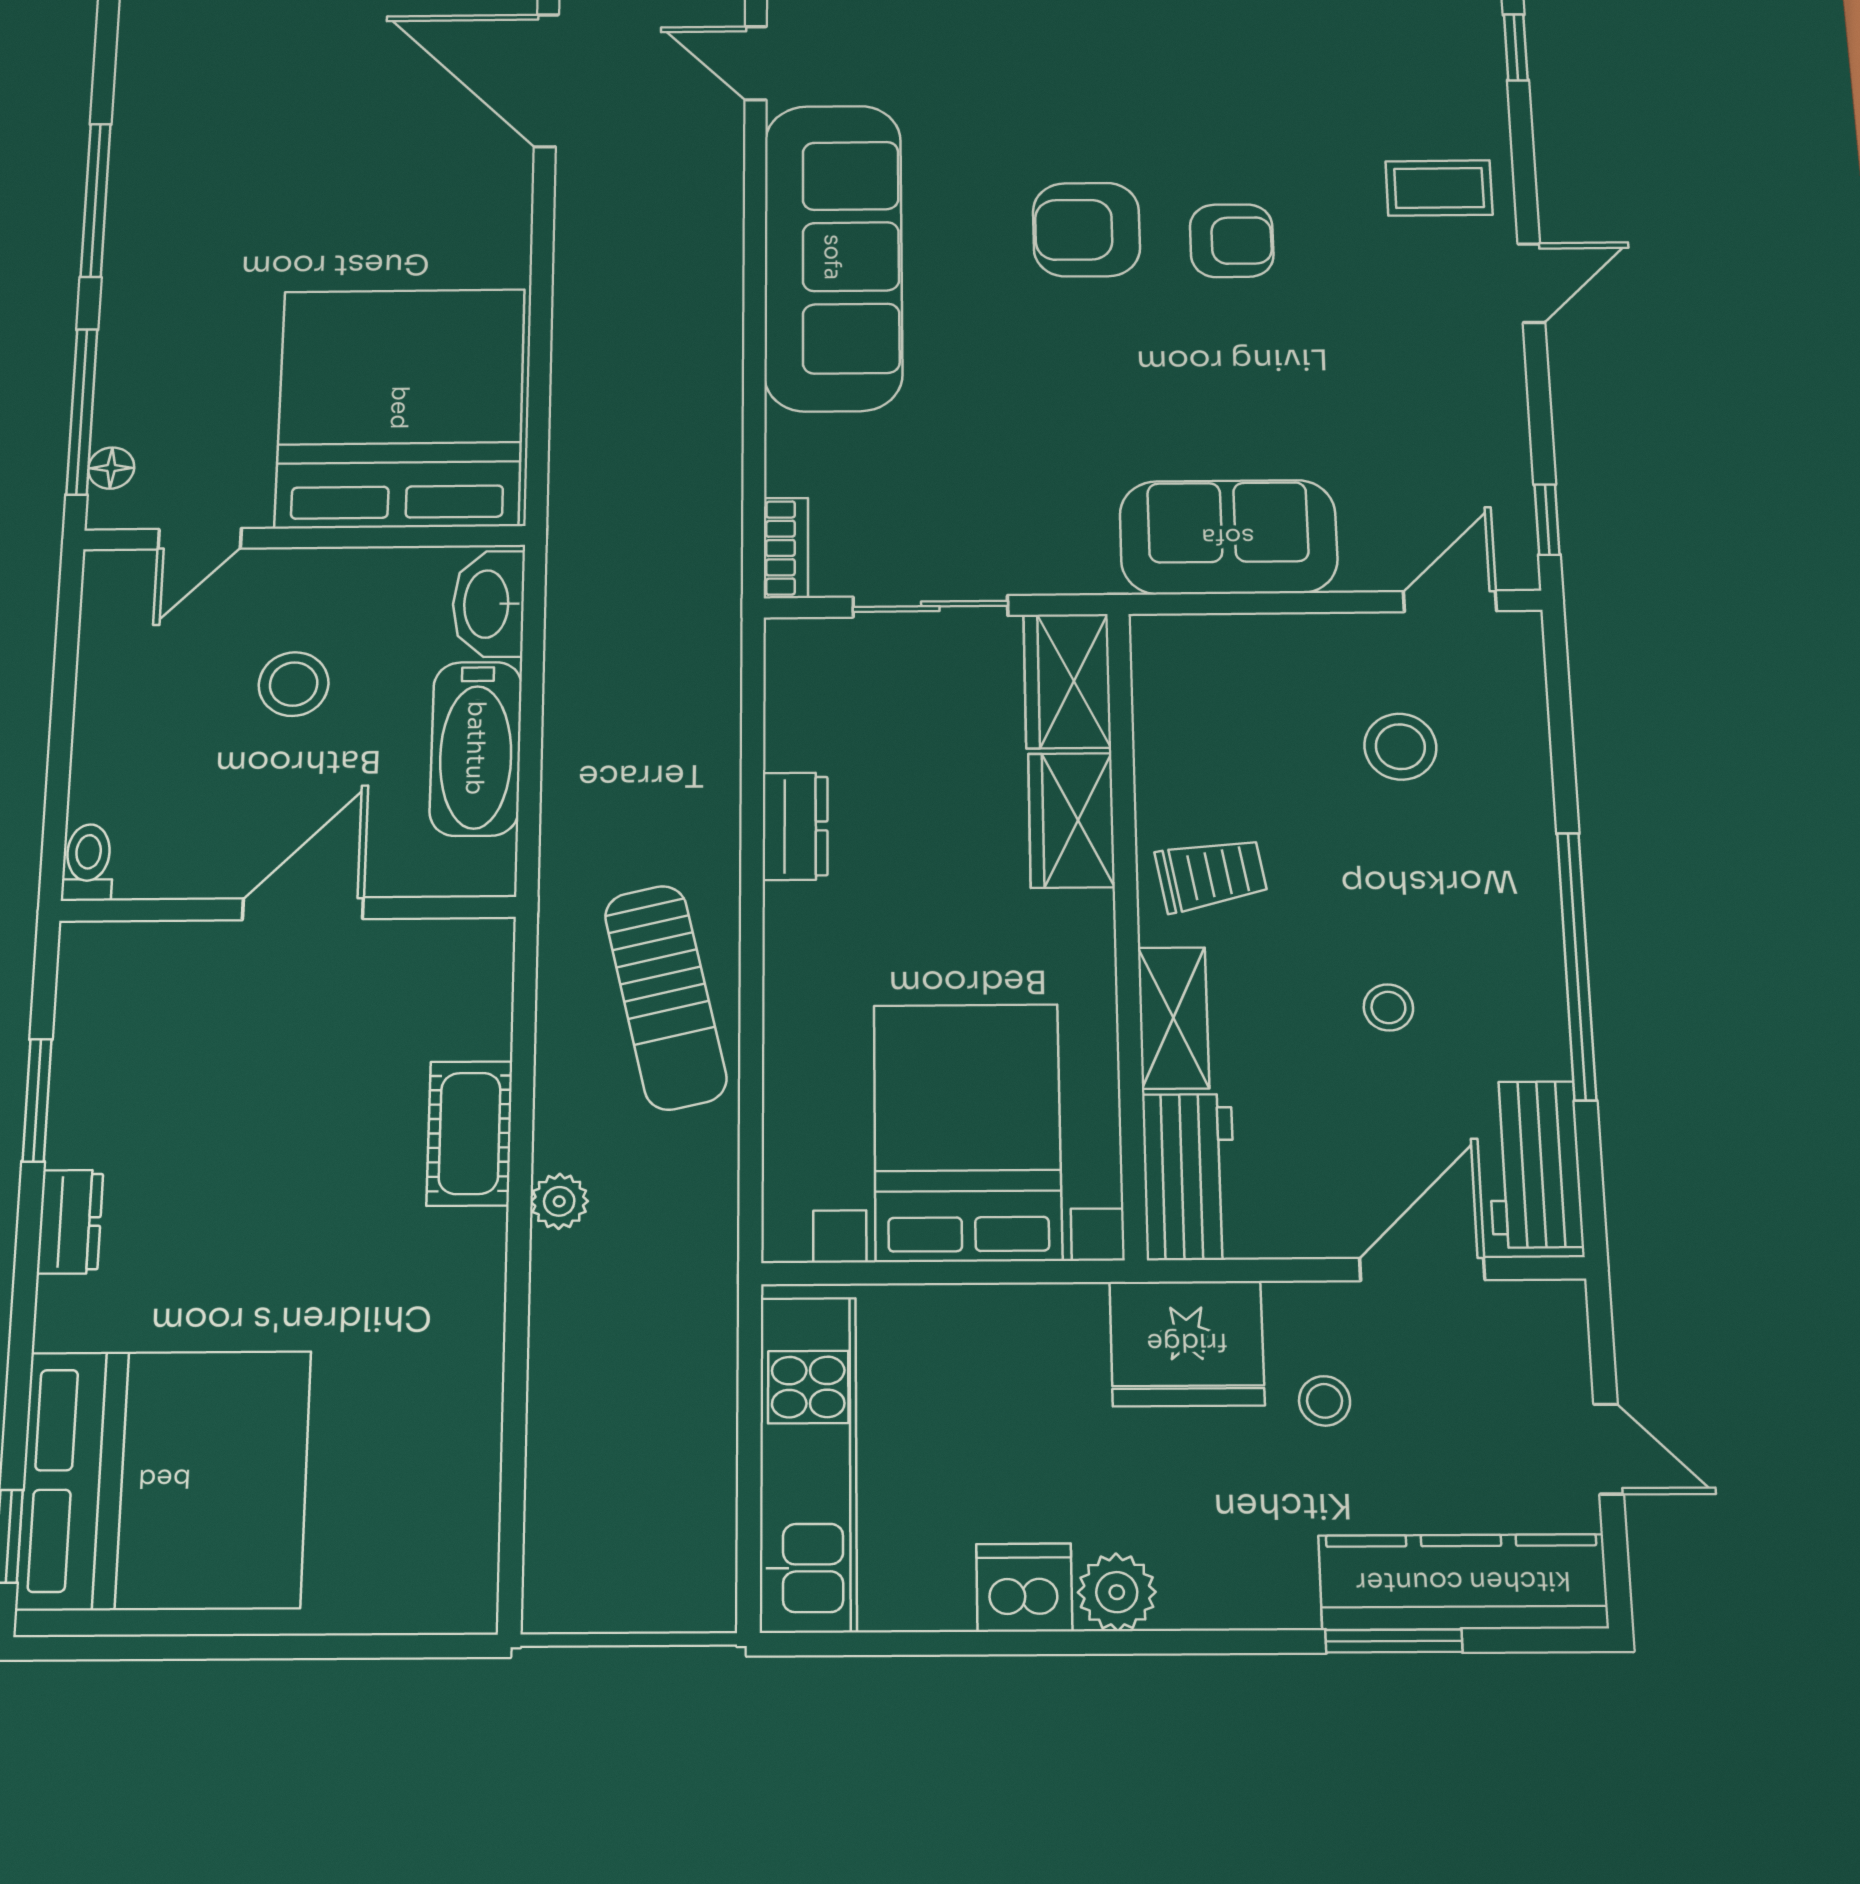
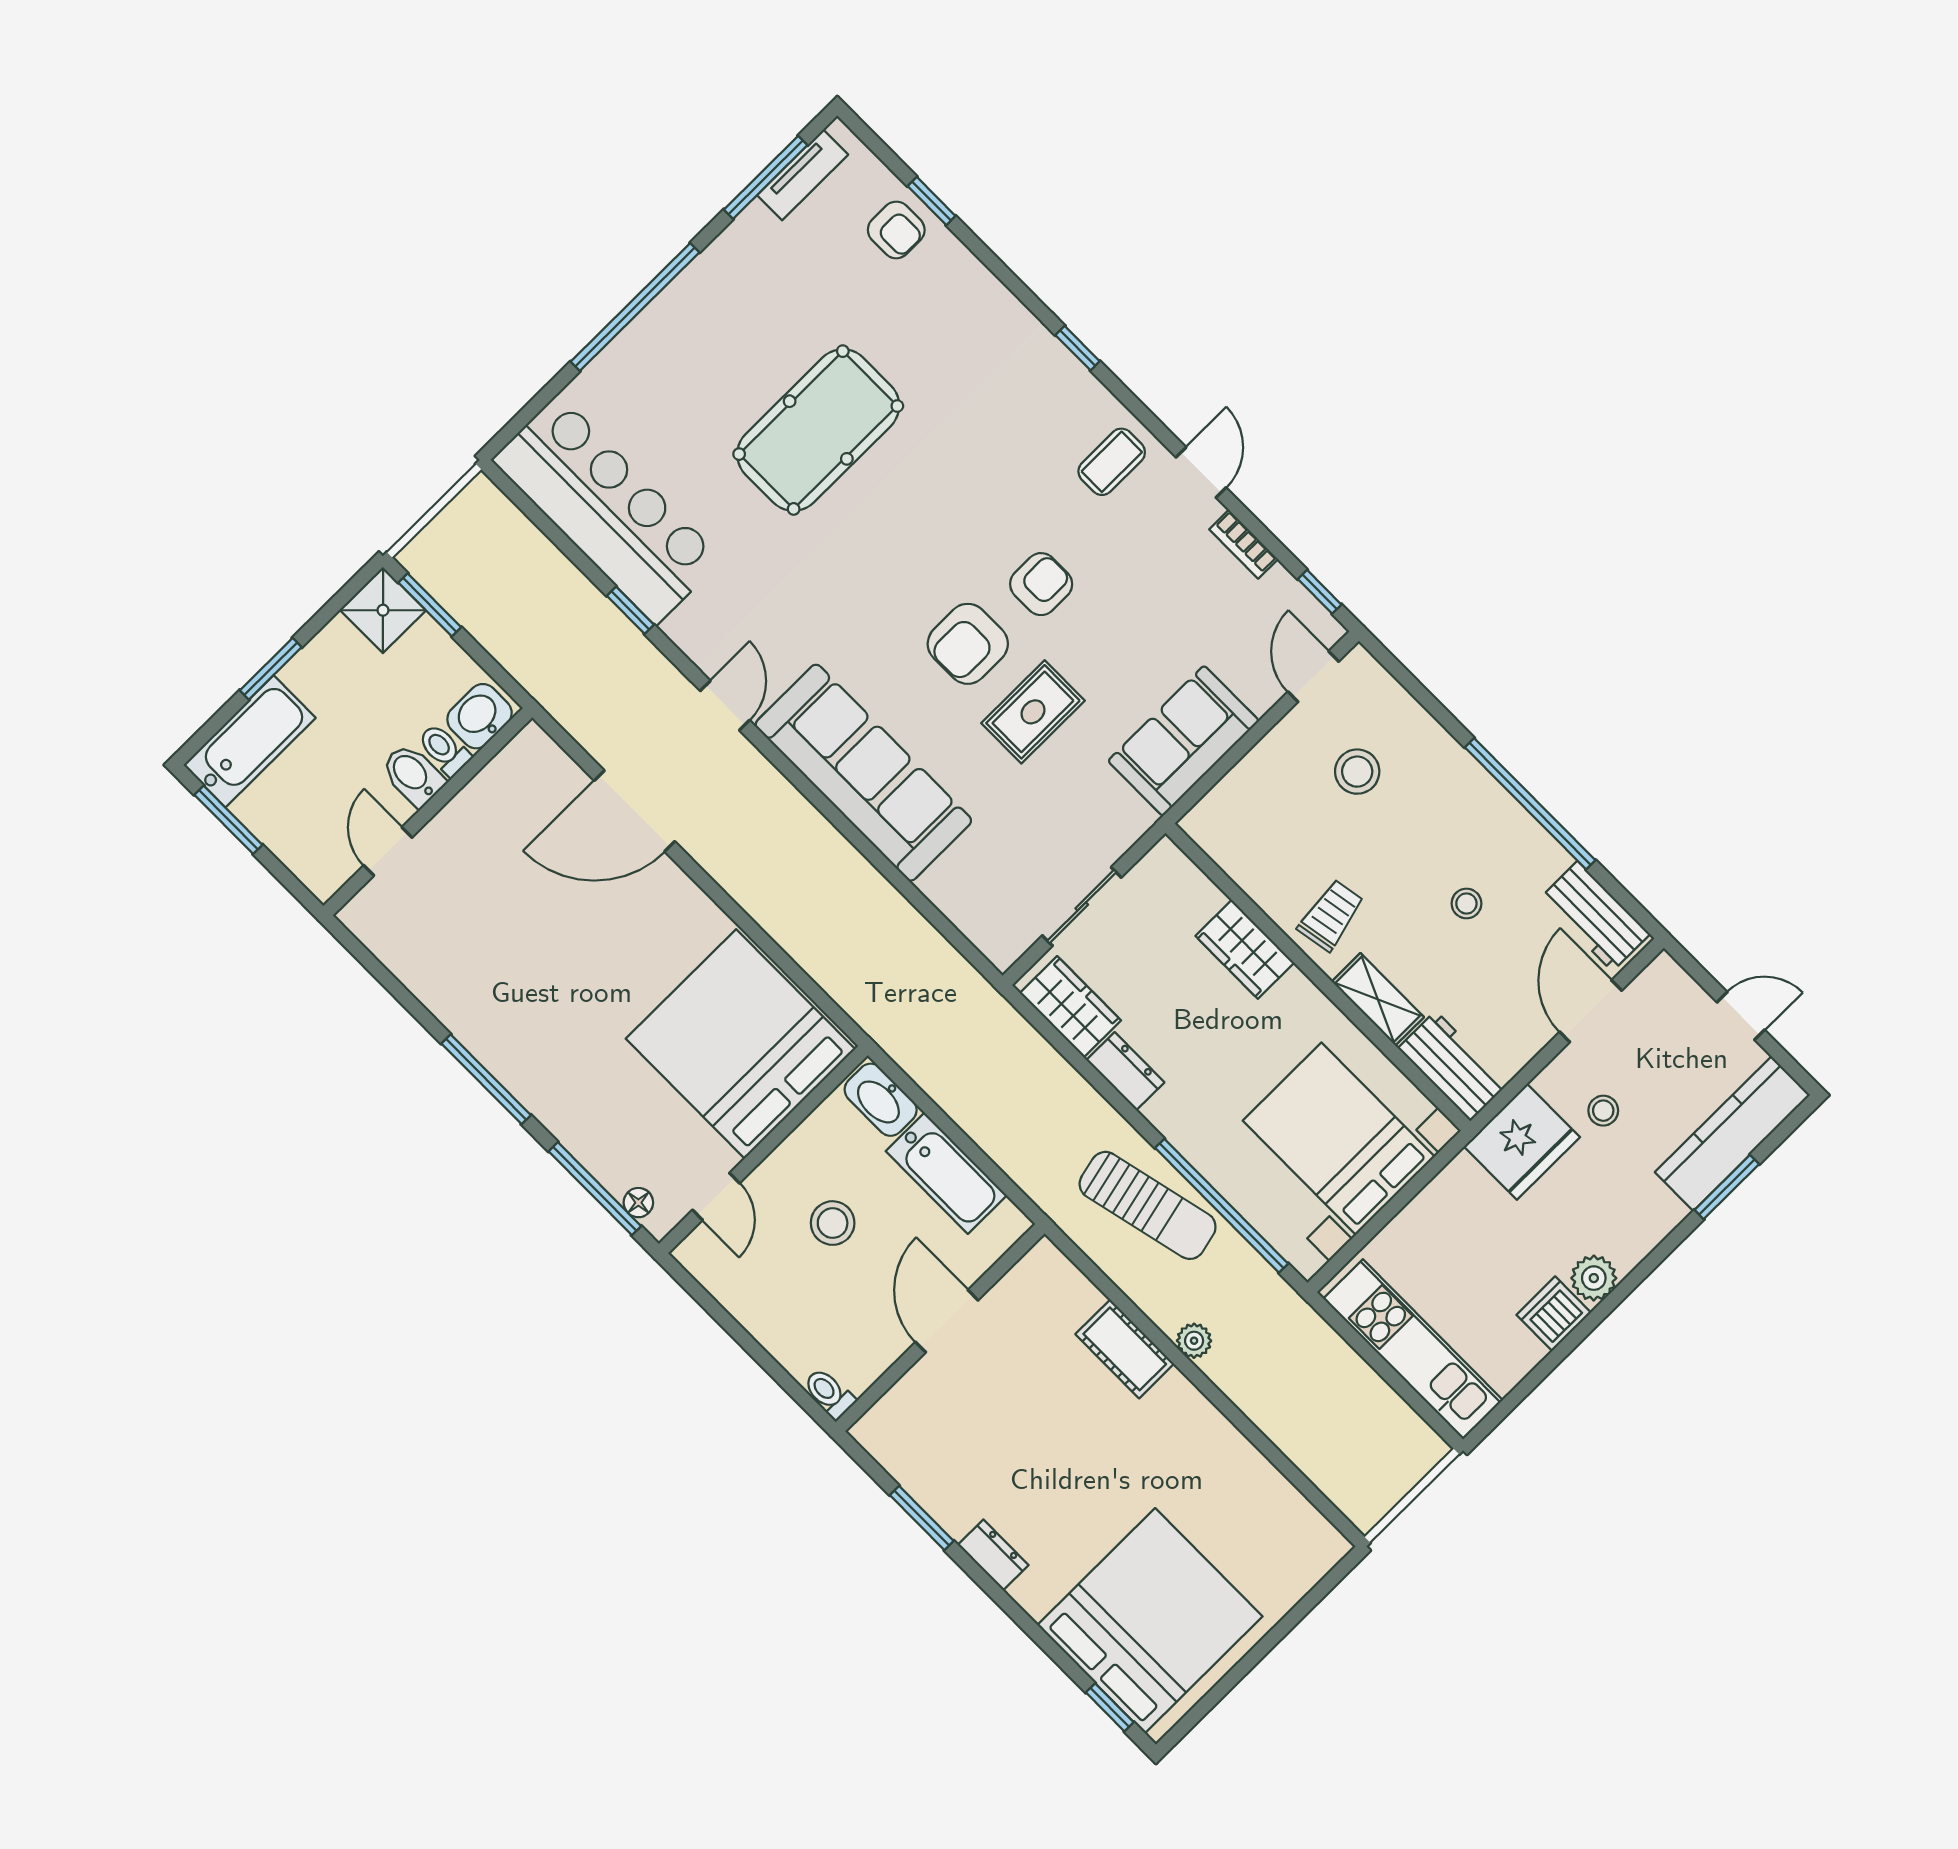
door: (756, 63) -> (725, 705), swing flipped
rug: (1087, 359) -> (1033, 712), added
bookcase: (786, 548) -> (1244, 544), moved, turned 180
wardrobe: (1067, 681) -> (1070, 1007), moved, turned 180
window: (751, 1078) -> (1222, 1206), added

